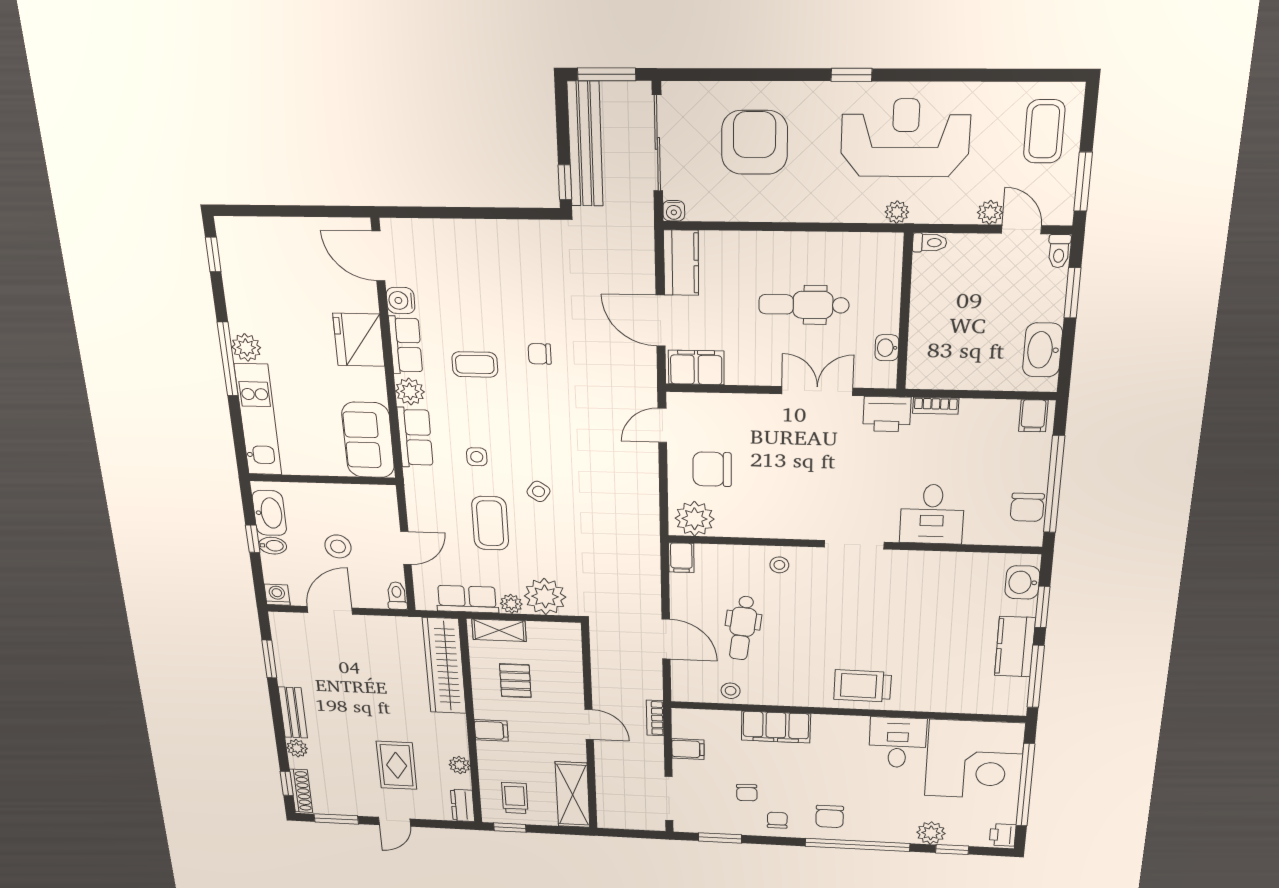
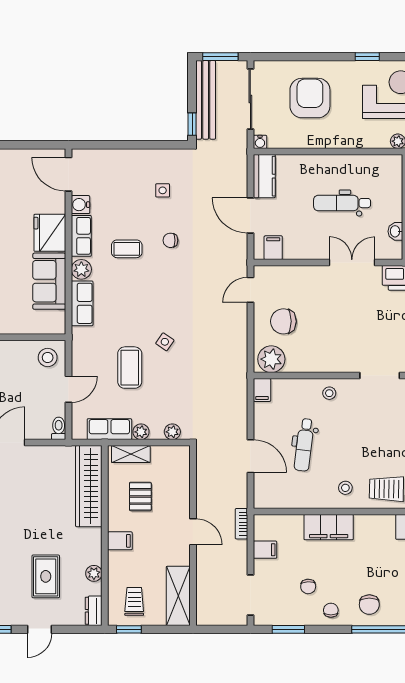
filing cabinet: (696, 367) -> (273, 248), width x0.50
sofa: (368, 440) -> (49, 281), moved
side table: (477, 457) -> (163, 190), moved
stool: (338, 546) -> (48, 357), moved
plant: (545, 596) -> (172, 432), width x0.53, depth x0.53
stool: (731, 691) -> (345, 488), moved

